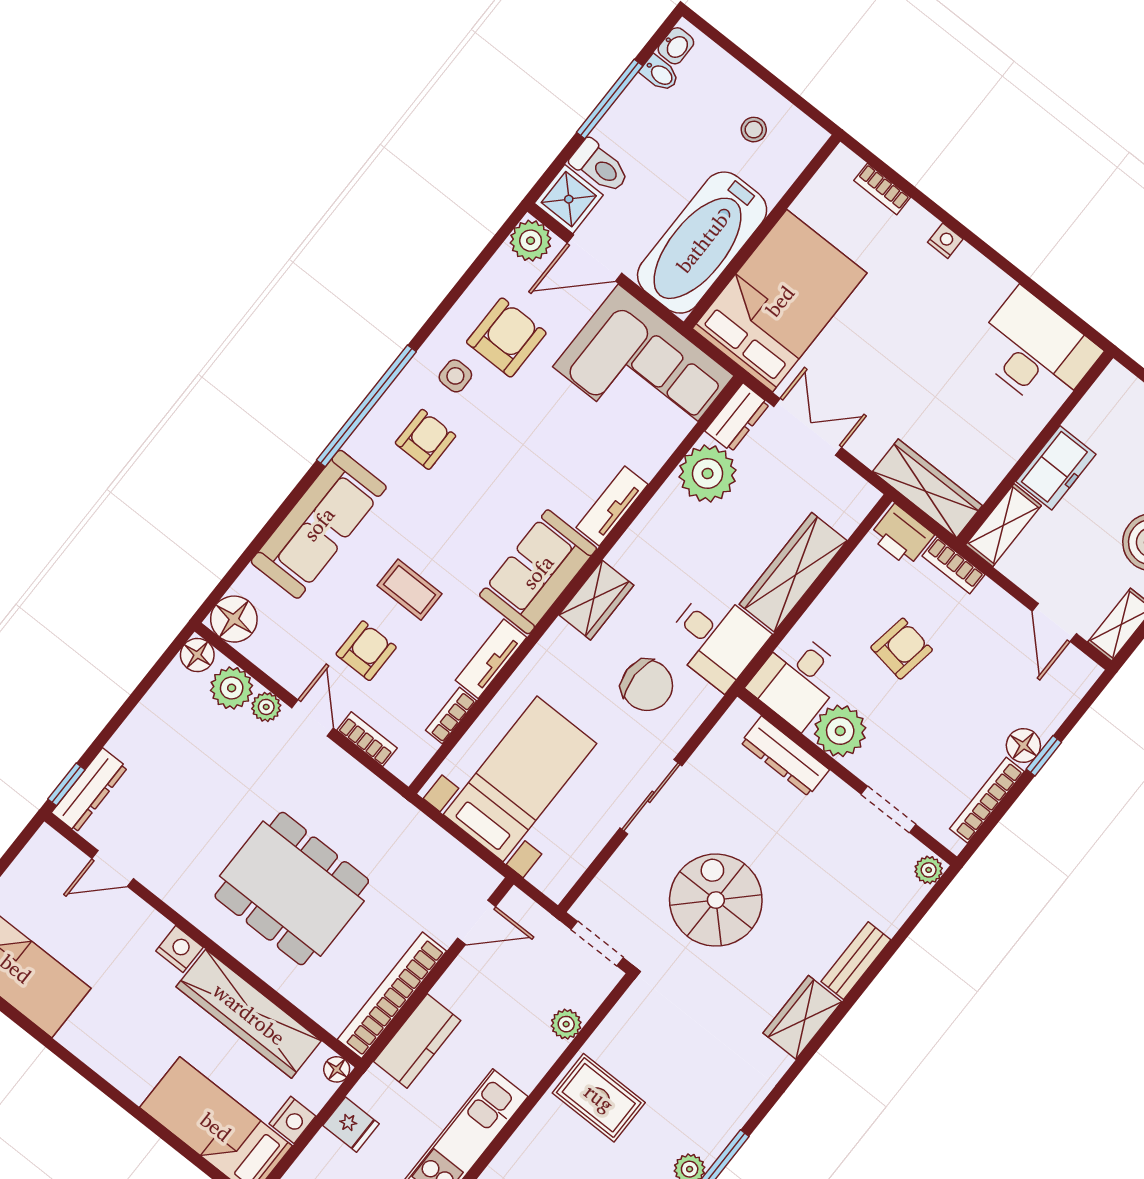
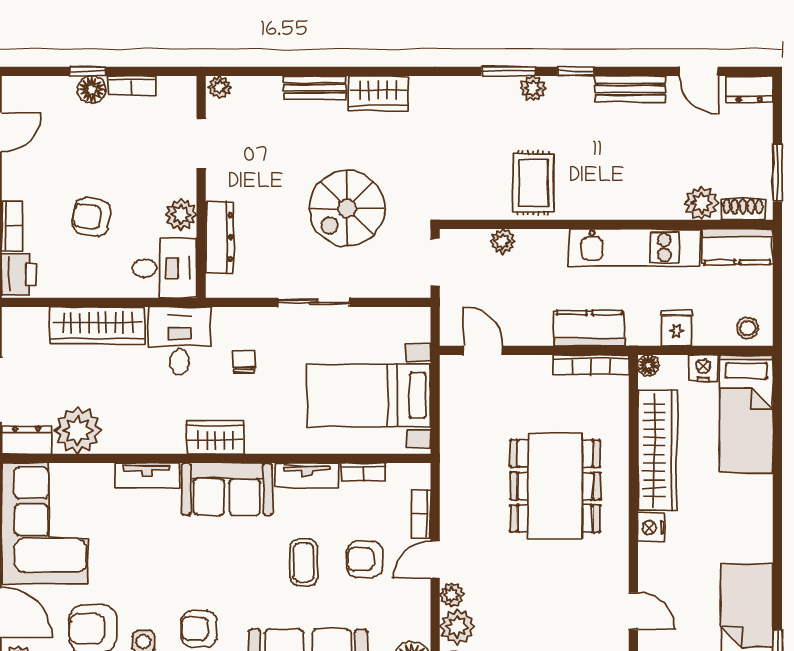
chair: (647, 685) -> (244, 362), width x0.54, depth x0.54
plant: (840, 731) -> (181, 215), width x0.73, depth x0.73
bookcase: (987, 800) -> (132, 85), width x0.64
bookcase: (392, 995) -> (591, 365), width x0.68, depth x0.76

